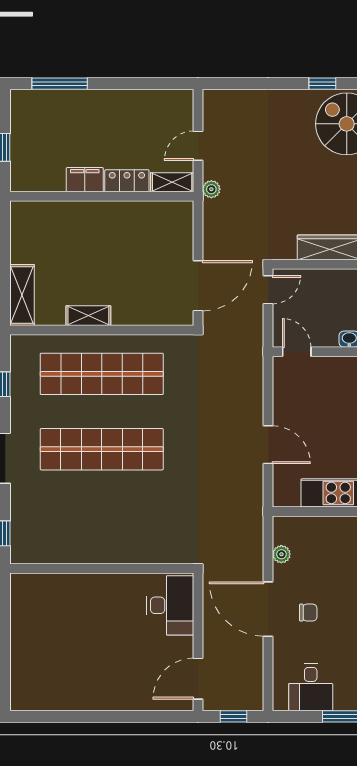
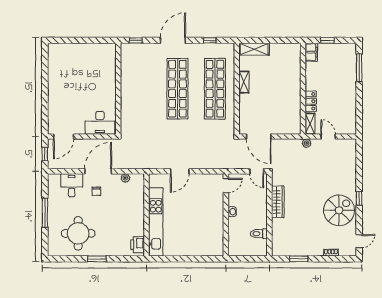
filing cabinet: (85, 180) -> (311, 52), moved
door: (198, 679) -> (64, 137), swing flipped
desk: (311, 687) -> (72, 185), moved, turned 90

